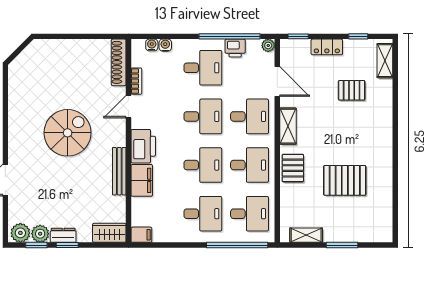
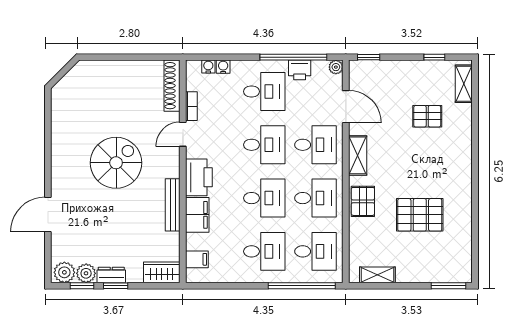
locker: (327, 47) -> (400, 69), removed
filing cabinet: (141, 235) -> (197, 259), moved
window: (342, 245) -> (449, 286), moved

